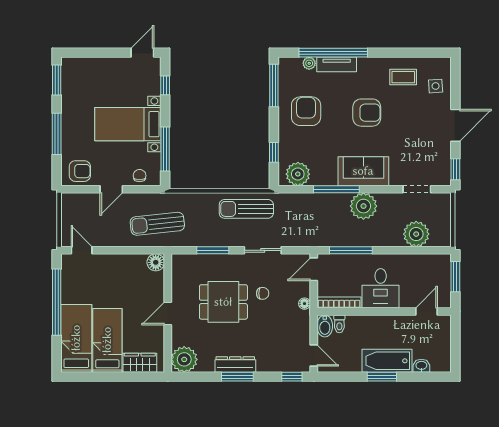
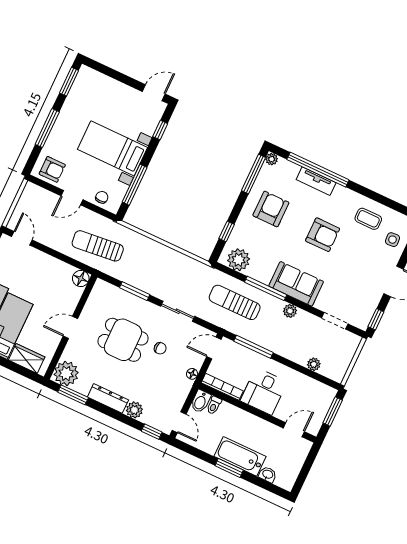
plant: (309, 63) -> (272, 159), moved
plant: (363, 206) -> (290, 311), width x0.53, depth x0.53
sun lounger: (246, 209) -> (235, 302), moved
plant: (416, 234) -> (314, 364), width x0.53, depth x0.53
plant: (266, 364) -> (134, 410), added
window: (237, 377) -> (73, 395), moved

